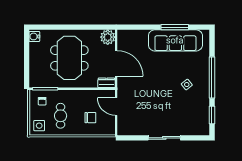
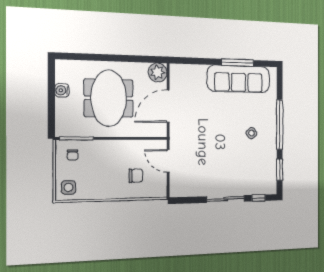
water cooler: (34, 36) -> (62, 90), moved
door: (116, 63) -> (168, 106), swing flipped
dresser: (106, 83) -> (156, 131), removed
cafe table: (61, 116) -> (97, 174), removed
window: (193, 138) -> (259, 198), added

